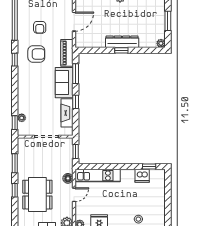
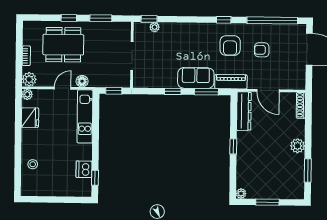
dresser: (122, 42) -> (244, 111), moved
fireplace: (67, 113) -> (160, 81), removed
door: (74, 195) -> (63, 88), swing flipped

